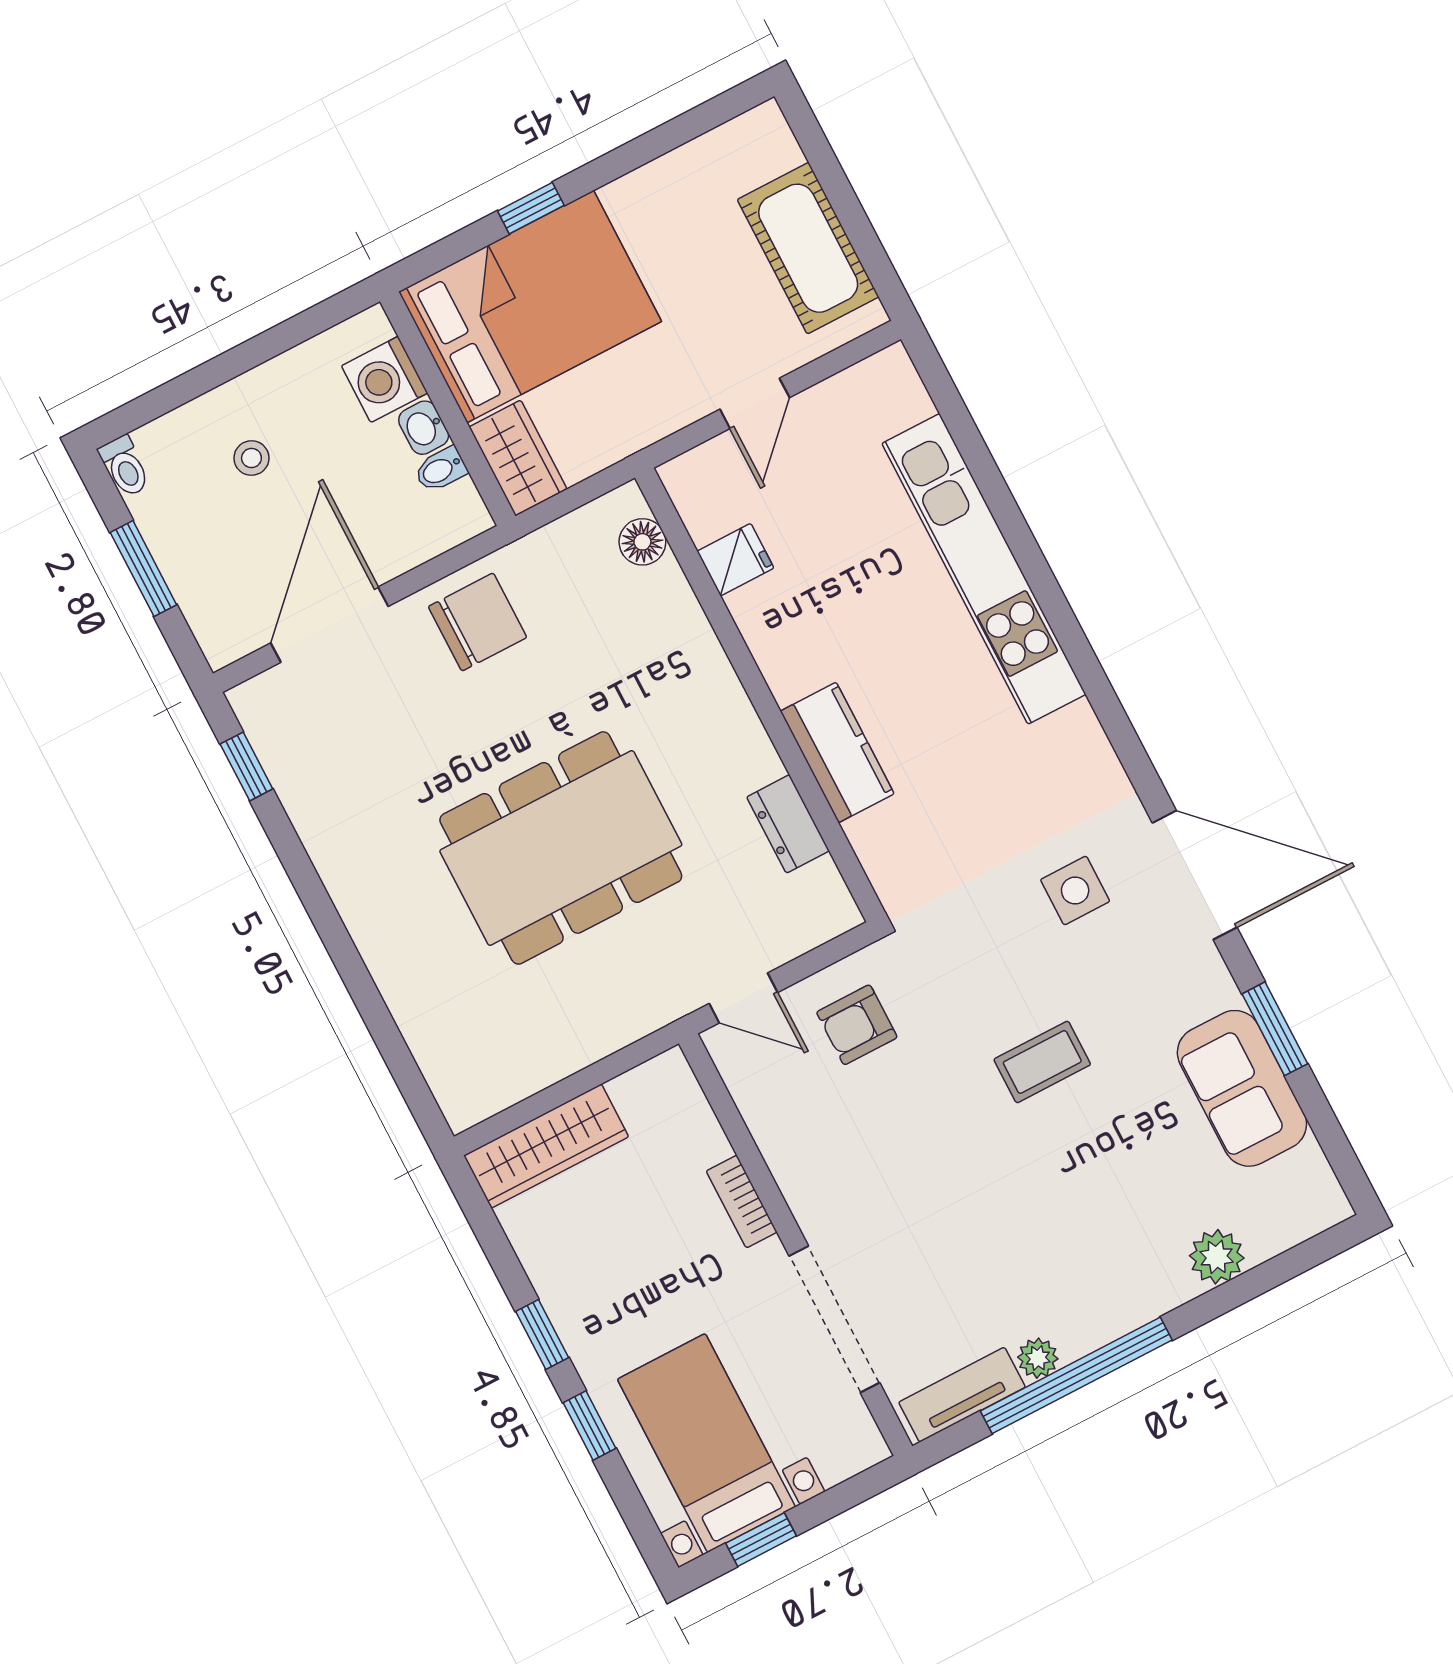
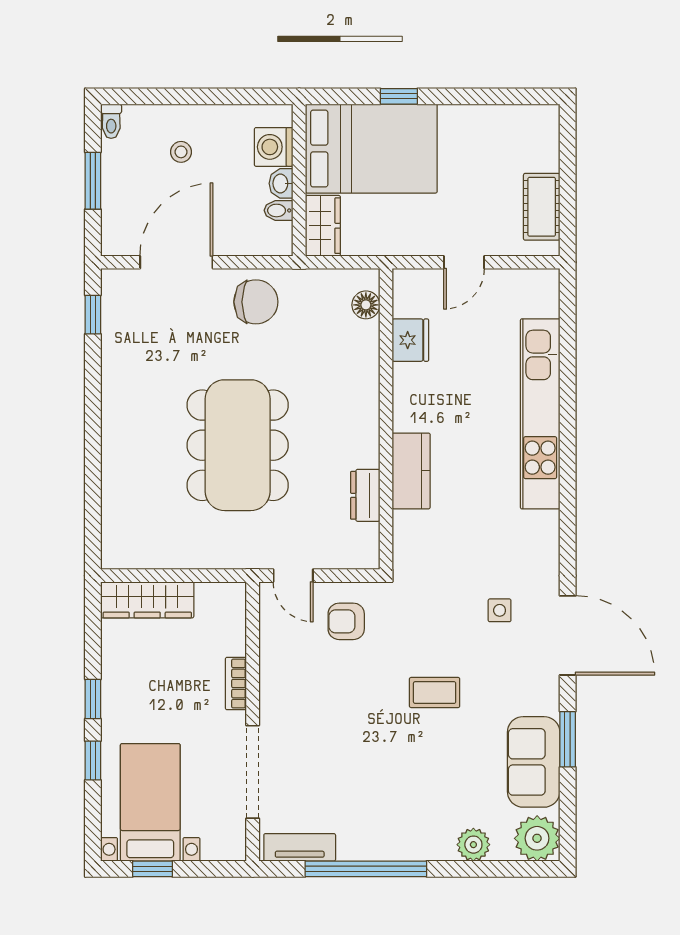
cot: (808, 248) -> (542, 207), width x0.73, depth x0.75
fridge: (735, 560) -> (410, 340), width x1.38
dining table: (561, 848) -> (238, 445), turned 90
side table: (1075, 890) -> (500, 610), width x0.73, depth x0.73
plant: (1038, 1358) -> (537, 838), moved, width x1.88, depth x1.88

